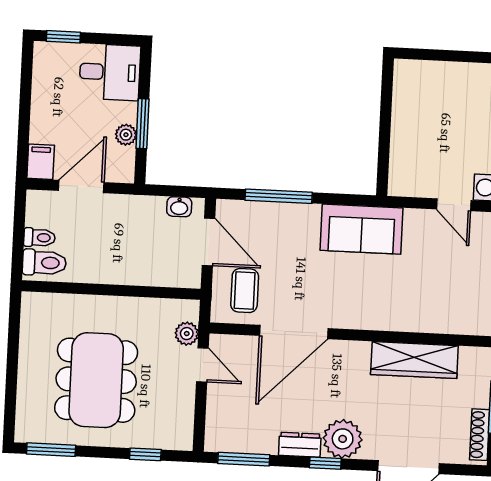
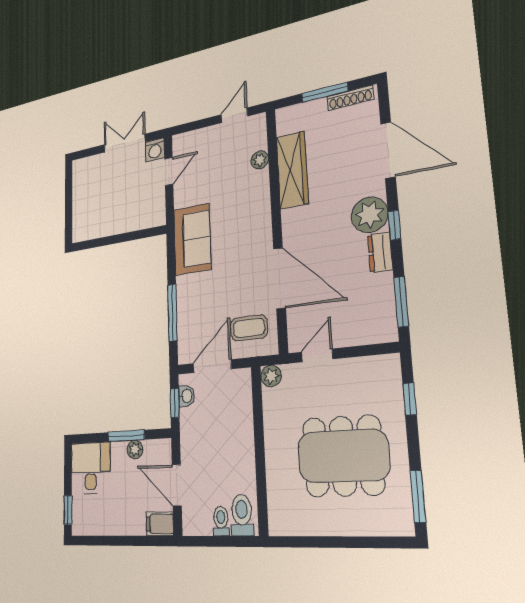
window: (173, 191) -> (175, 403), added
plant: (437, 323) -> (260, 160), added
plant: (187, 334) -> (271, 376), moved

